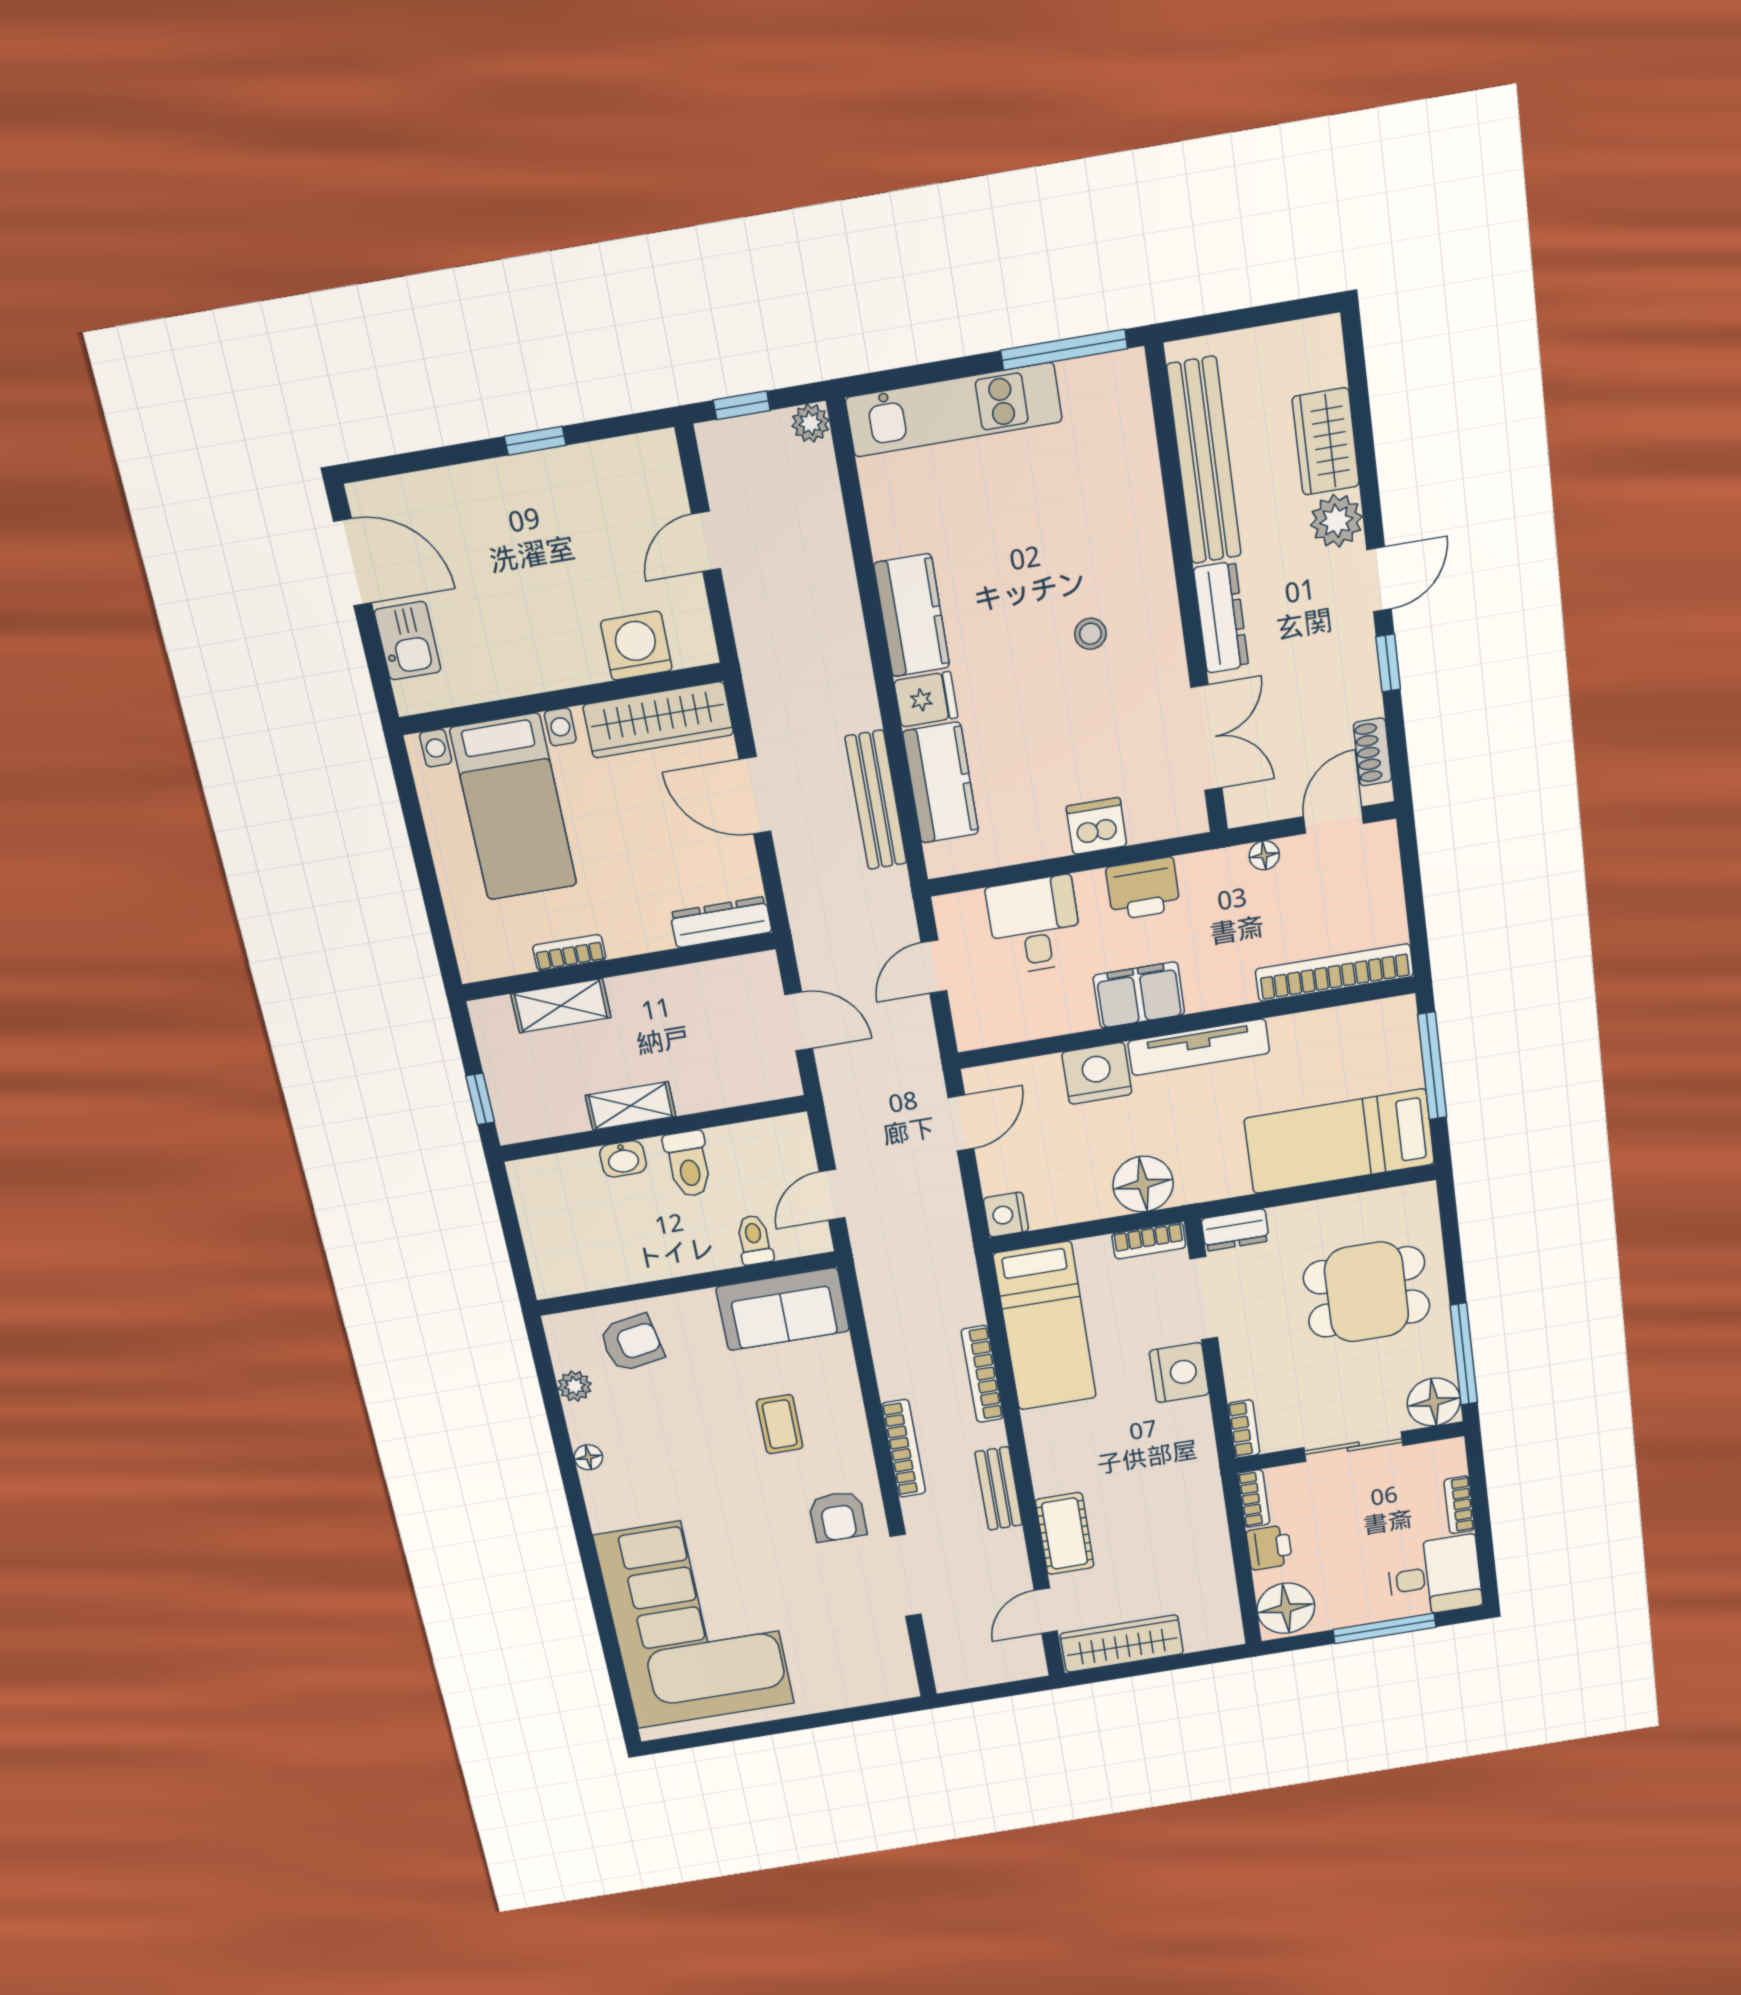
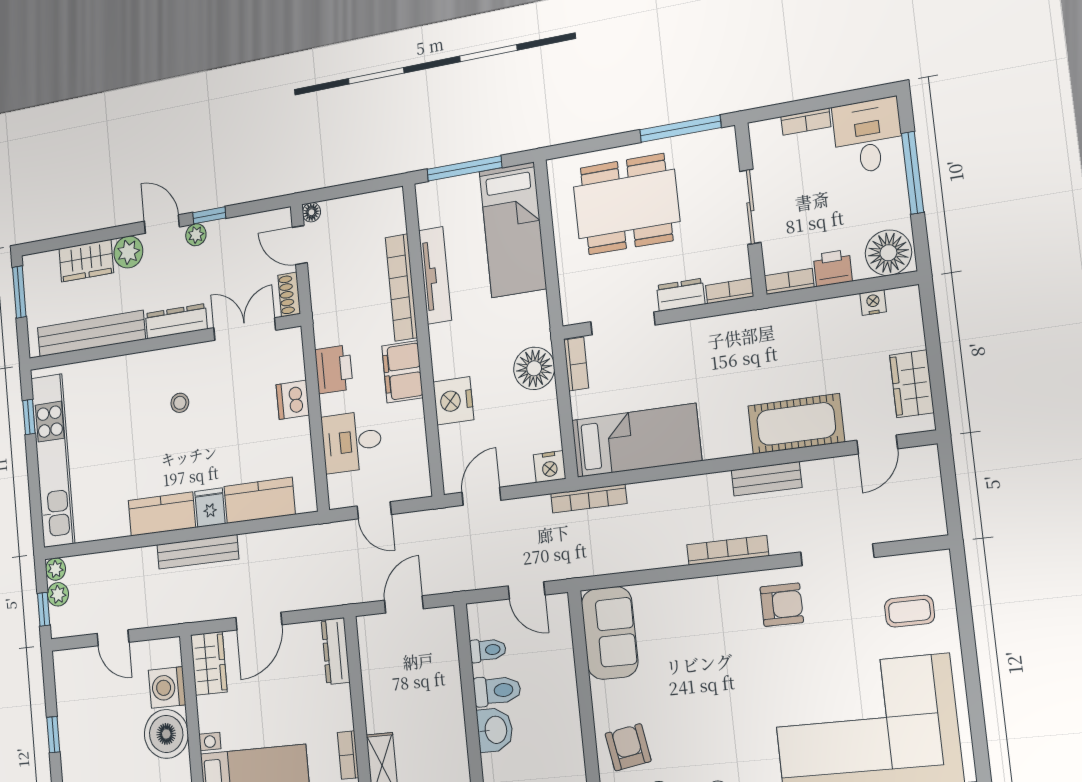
window: (1278, 313) -> (19, 292), added
window: (1064, 350) -> (29, 417), width x0.46
kitchen unit: (954, 410) -> (53, 461), width x1.36
plant: (769, 431) -> (58, 594), added
plant: (1359, 642) -> (196, 235), added
boiler: (563, 650) -> (166, 734), added
wardrobe: (658, 720) -> (209, 663), width x0.67
shoe rack: (1373, 752) -> (289, 294), moved, turned 90
bench: (876, 800) -> (198, 552), moved
floor lamp: (1264, 855) -> (311, 212), moved
bookcase: (1334, 973) -> (401, 288), moved
tv unit: (1199, 1047) -> (435, 275), moved
shelving: (631, 1106) -> (453, 726), removed
door: (961, 1123) -> (481, 496), hinge flipped
washbasin: (623, 1159) -> (495, 730), width x1.38, depth x1.45
dresser: (1235, 1230) -> (681, 295), moved, turned -90
toilet: (754, 1240) -> (488, 650), moved, turned 180
dining table: (1367, 1292) -> (626, 204), width x1.38
nightstand: (1179, 1373) -> (873, 303), moved, width x0.53, depth x0.56
bookcase: (982, 1374) -> (589, 499), moved
floor lamp: (1434, 1402) -> (718, 148), removed
coffee table: (780, 1424) -> (909, 611), moved
cot: (1065, 1534) -> (796, 424), width x1.37, depth x1.34
door: (1046, 1611) -> (877, 445), hinge flipped
wardrobe: (1122, 1644) -> (912, 384), width x0.67

